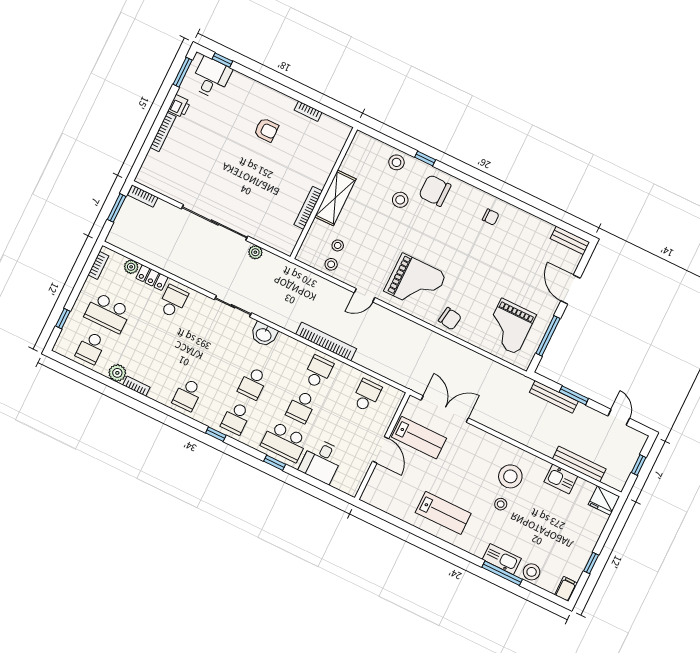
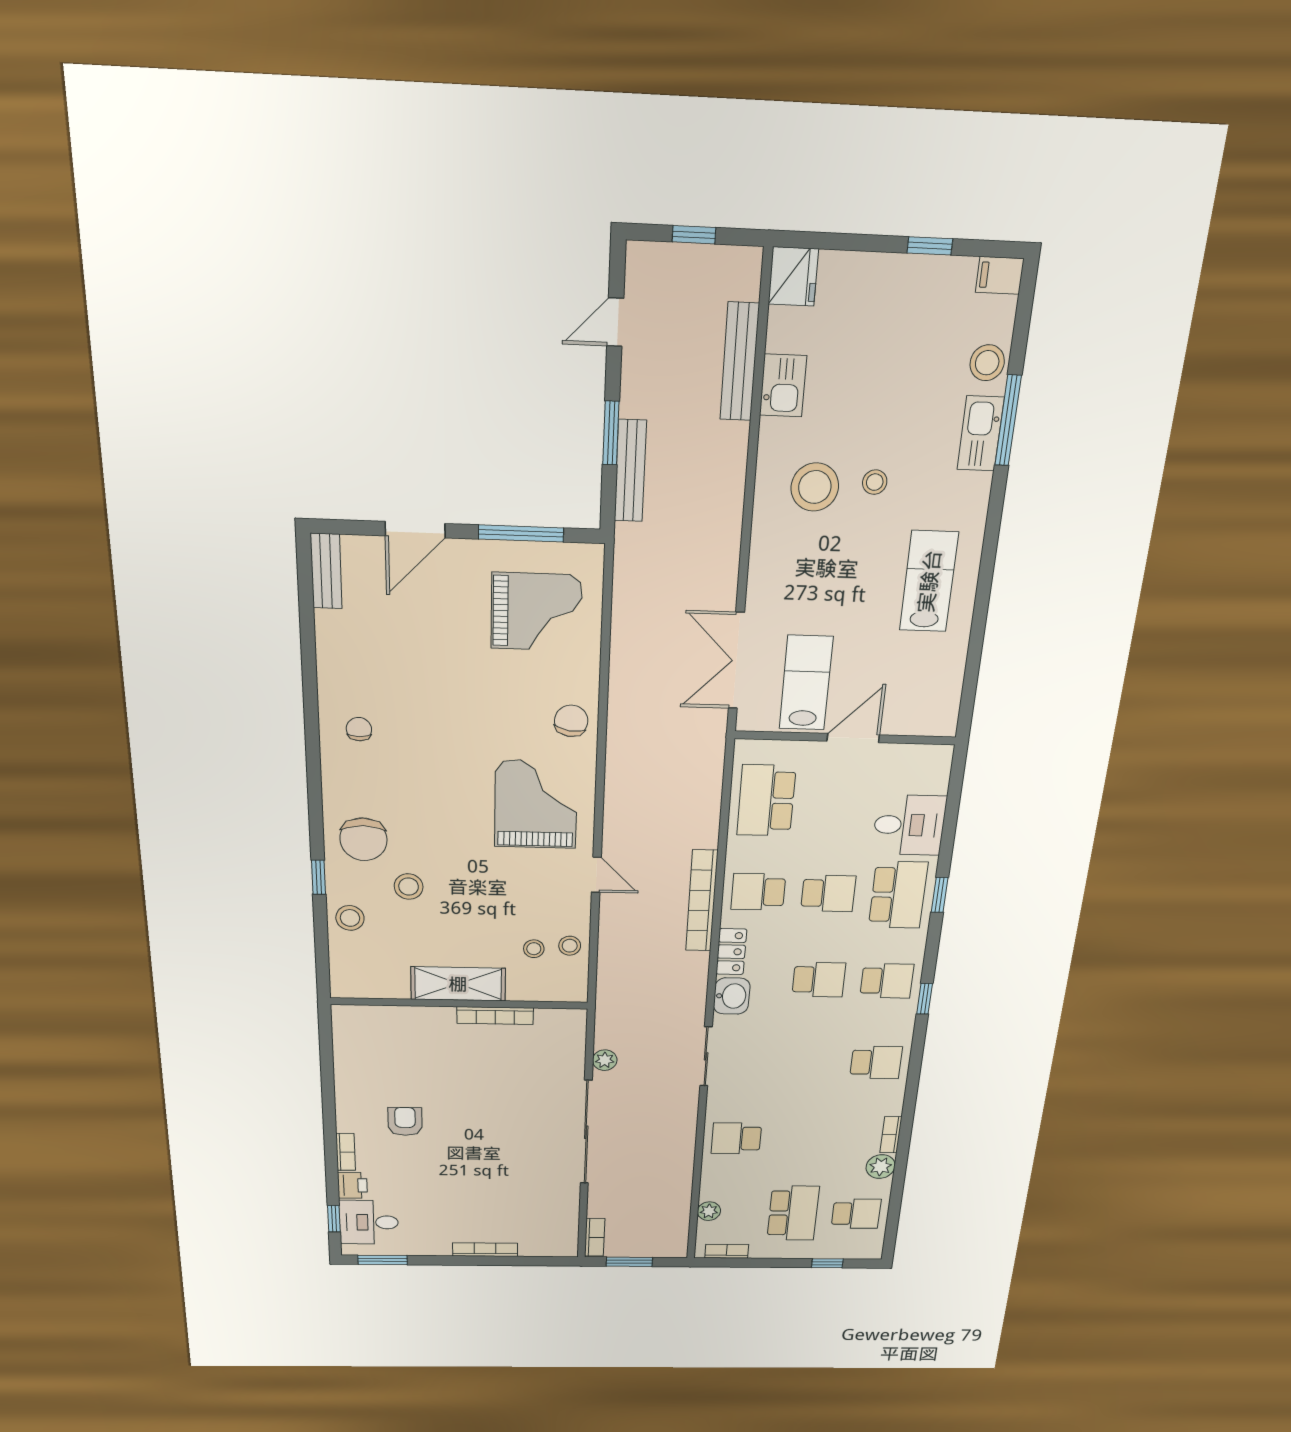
printer: (179, 106) -> (352, 1185), moved, turned 90
bookcase: (308, 111) -> (346, 1152), moved
locker: (152, 278) -> (731, 952), moved
school desk: (367, 395) -> (766, 800), width x1.85

